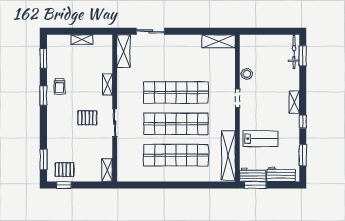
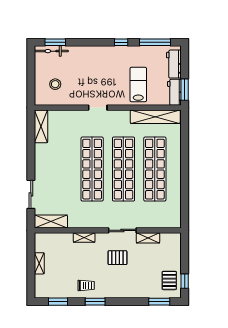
stool: (247, 74) -> (55, 84), moved
shelving: (294, 102) -> (102, 51), removed
pallet: (87, 118) -> (117, 258), turned 90
window: (303, 155) -> (155, 42), width x1.44
shelving: (107, 170) -> (148, 238), moved

